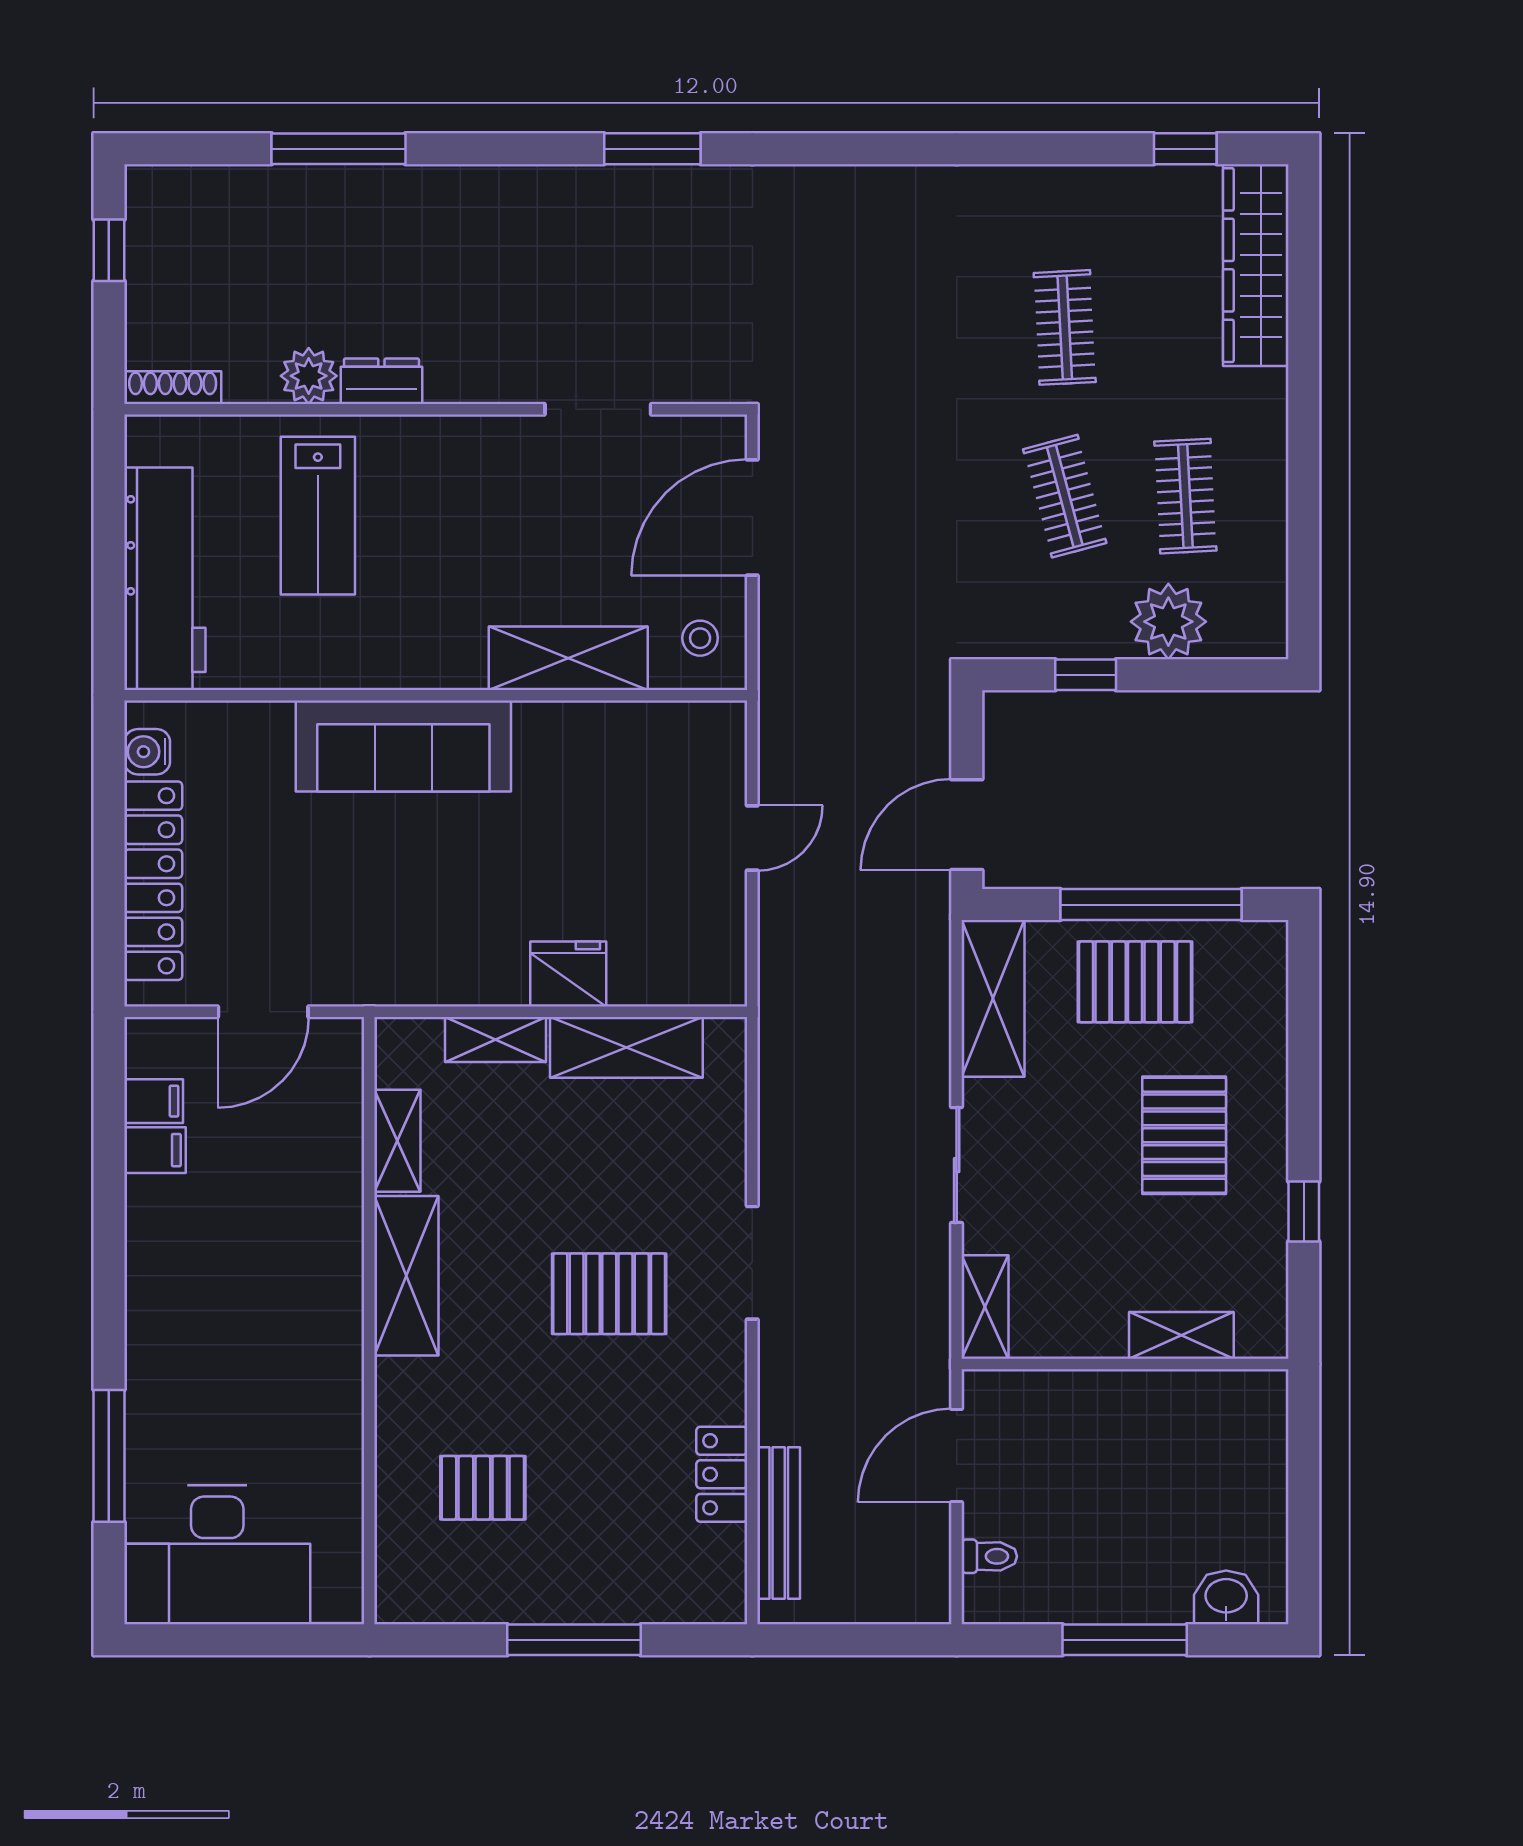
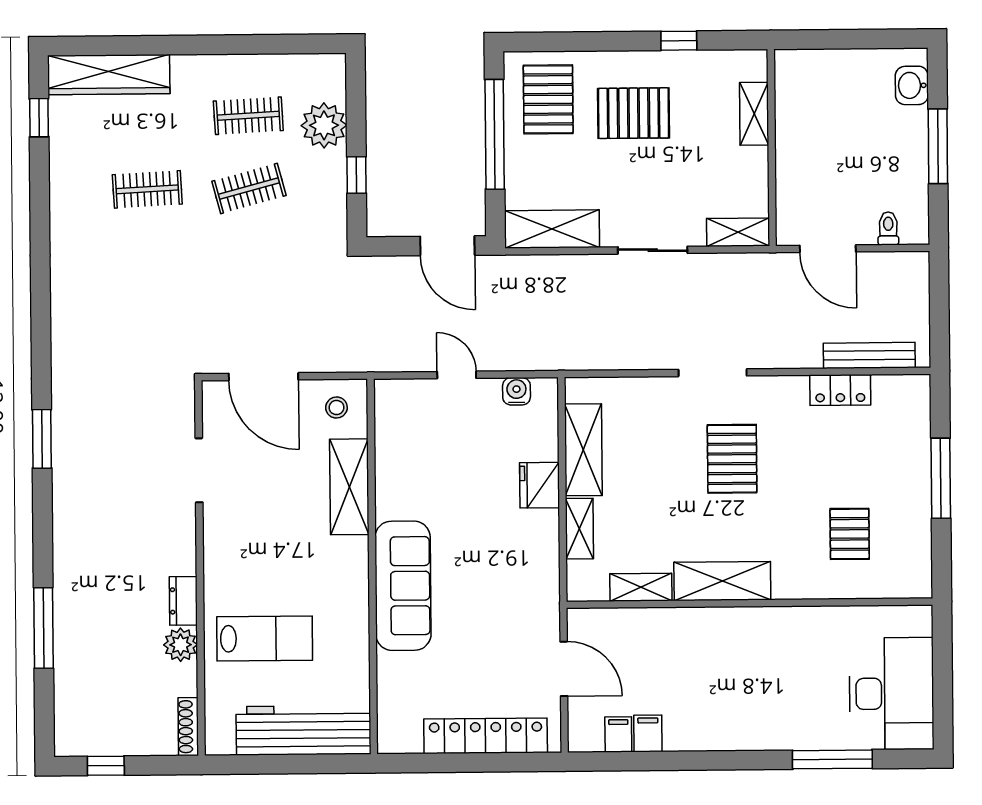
water cooler: (147, 752) -> (516, 391), moved, turned 180
pallet: (1135, 982) -> (548, 99), moved

